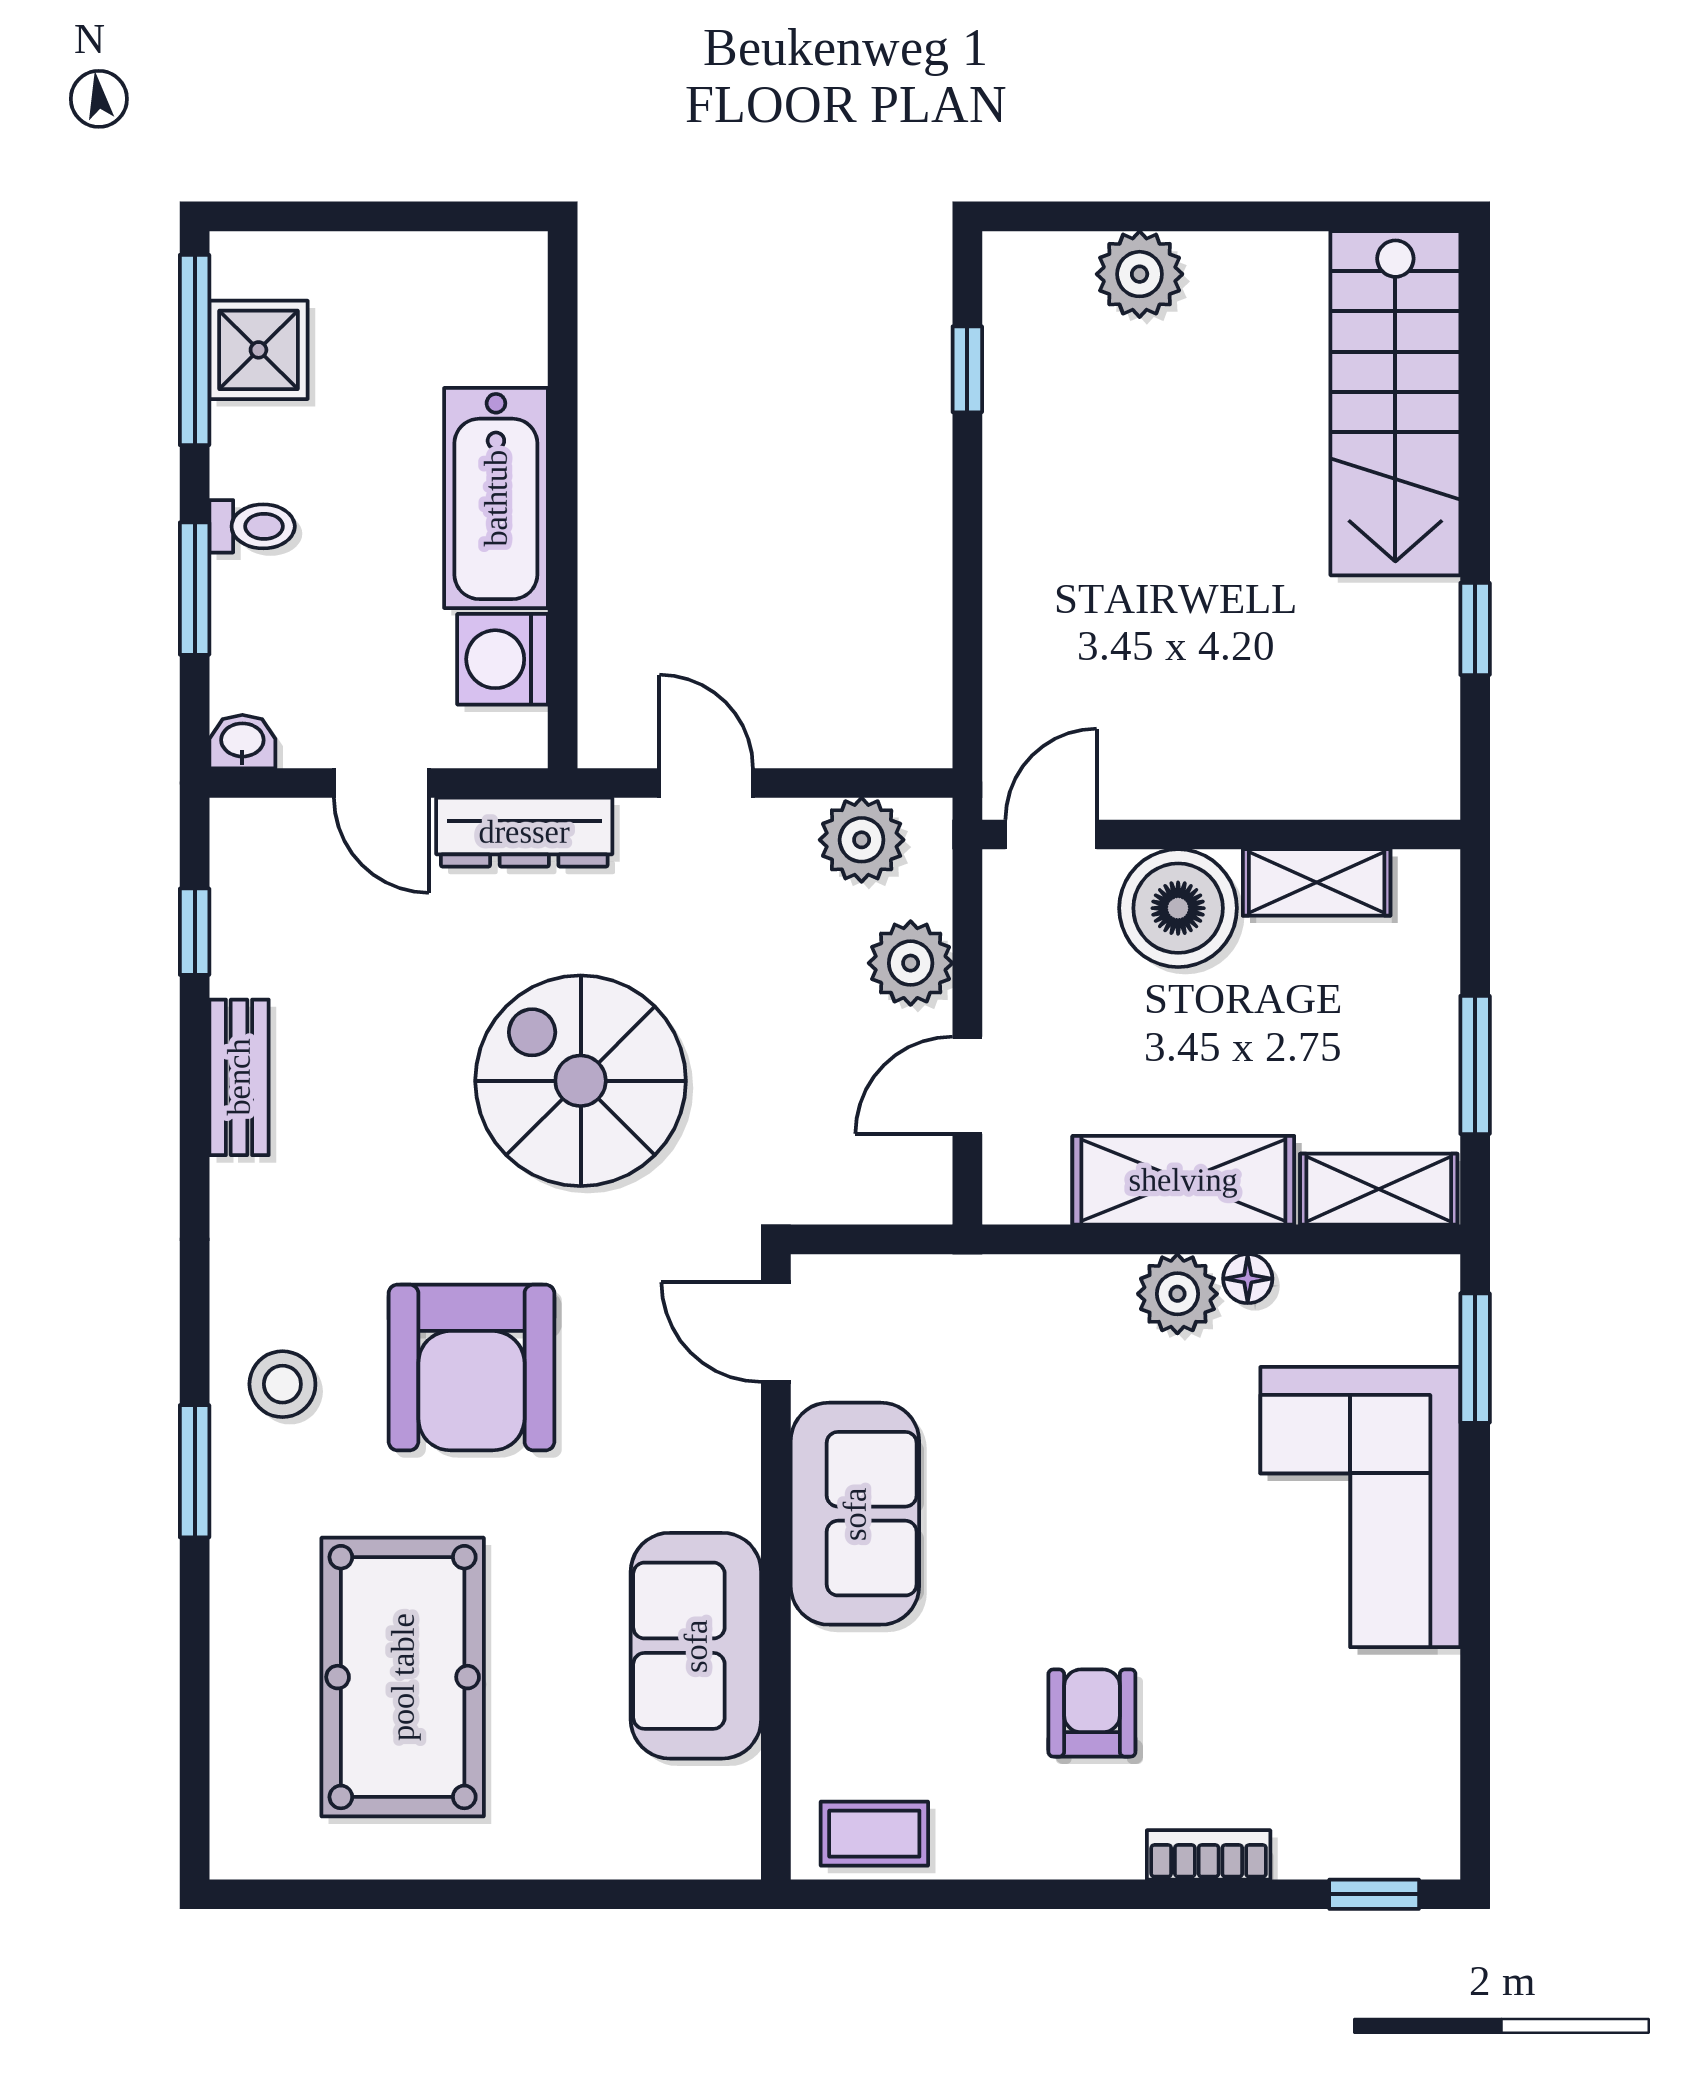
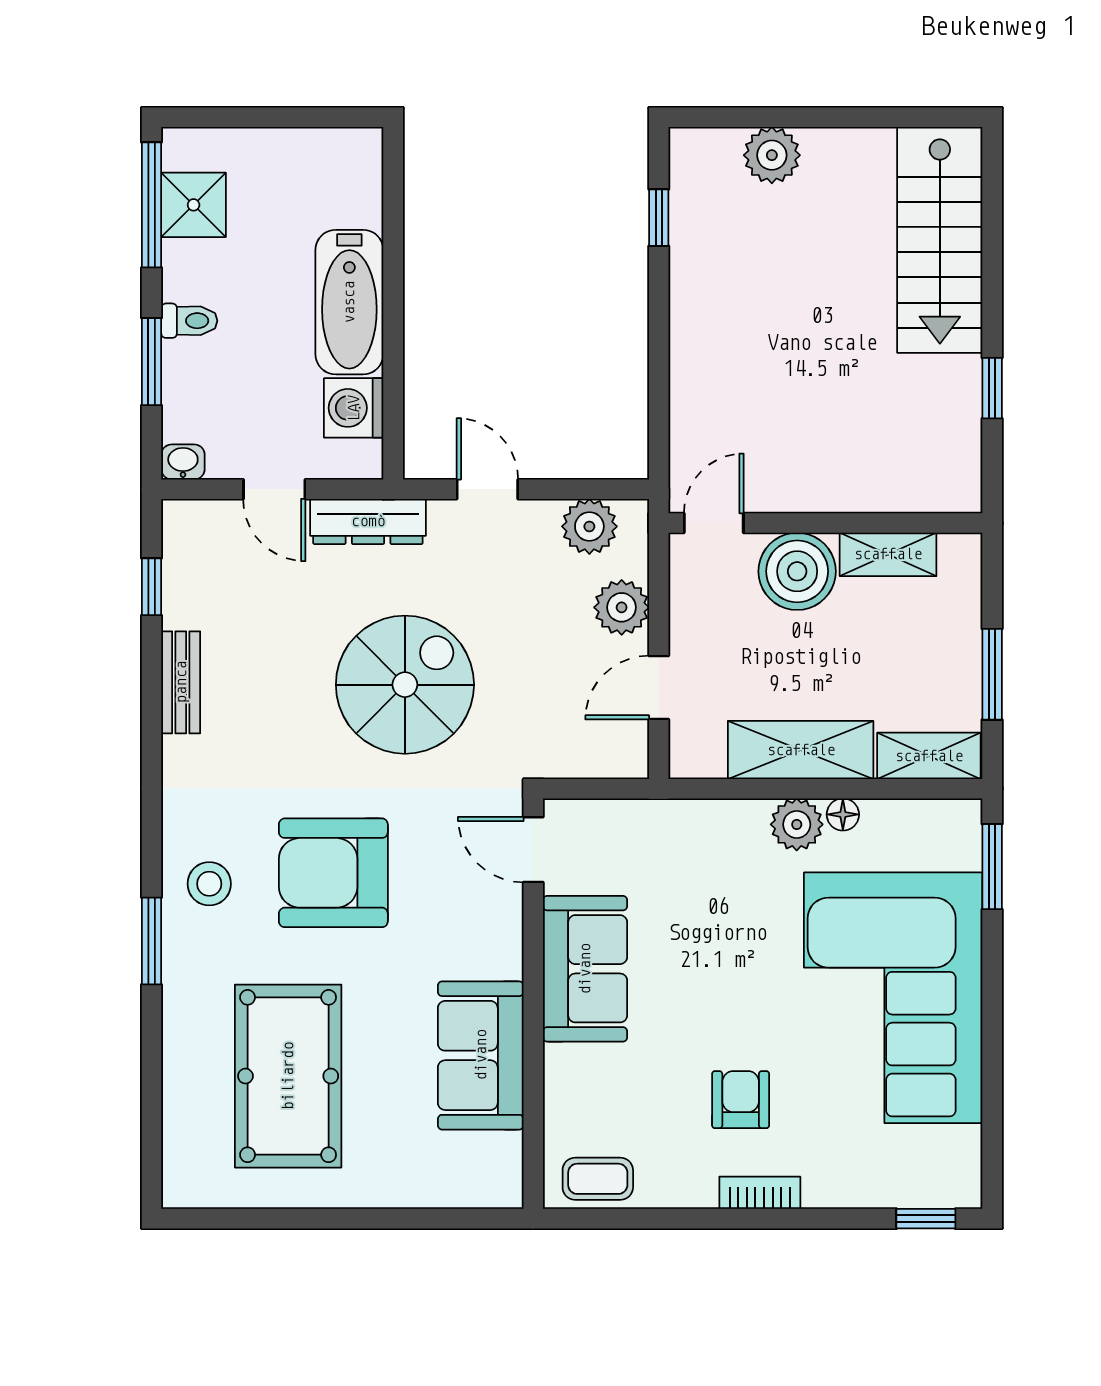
spiral stairs: (581, 1081) -> (405, 685), turned 90
armchair: (471, 1367) -> (333, 873), turned 90
corner sofa: (1360, 1507) -> (893, 998), width x1.36, depth x1.36
bookcase: (1209, 1855) -> (760, 1193), moved

